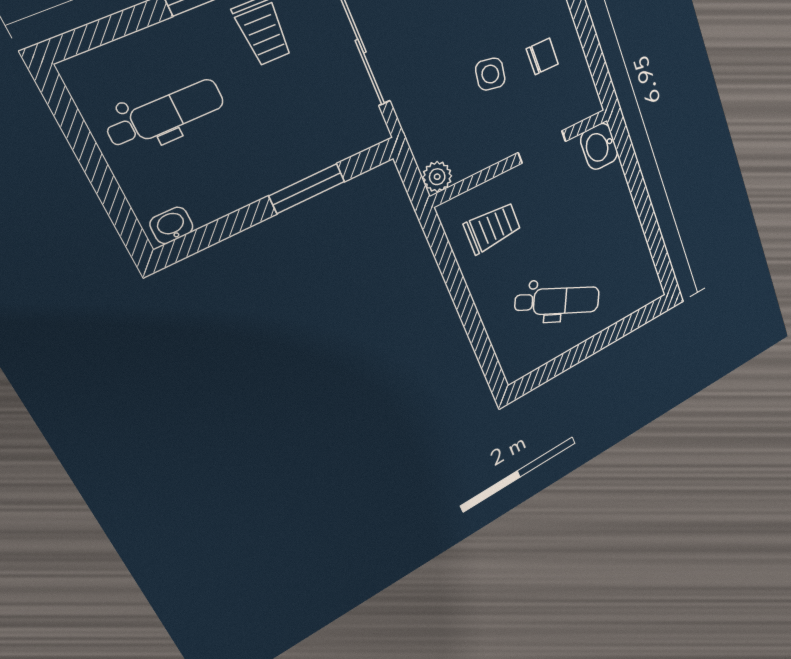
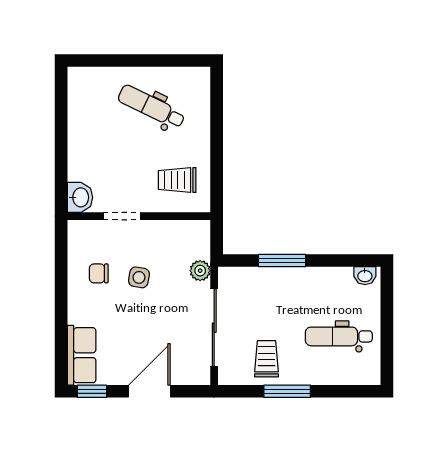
plant: (437, 177) -> (200, 271), moved

